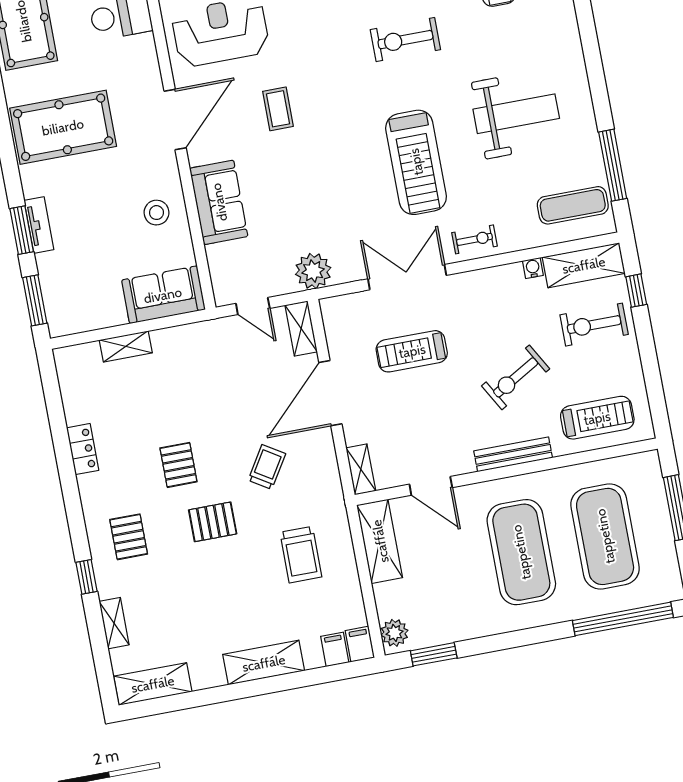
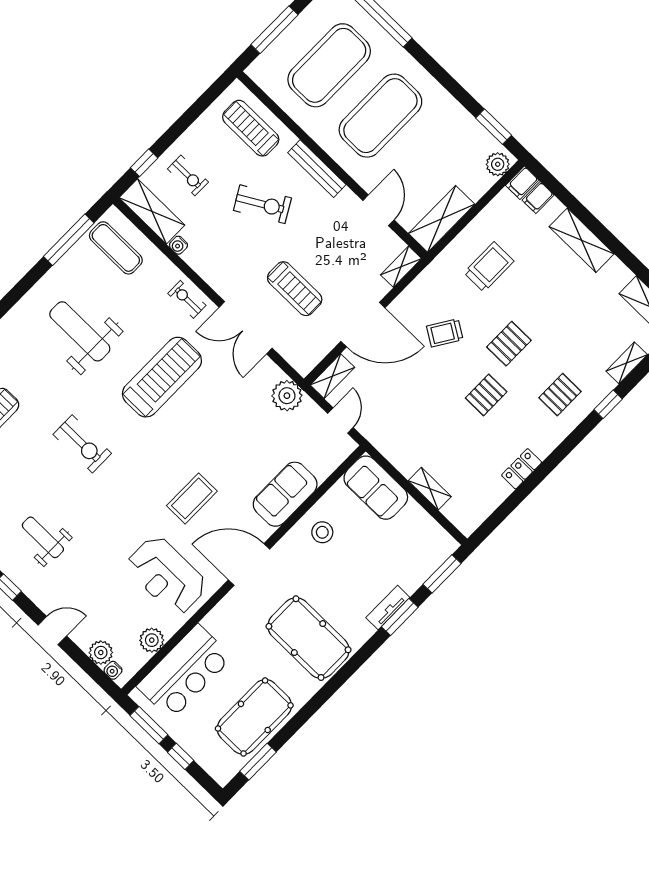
coffee table: (278, 109) -> (192, 498), width x1.36, depth x1.30
exercise bike: (594, 325) -> (188, 175), width x0.73, depth x0.72
pallet: (213, 522) -> (509, 344), turned 90

